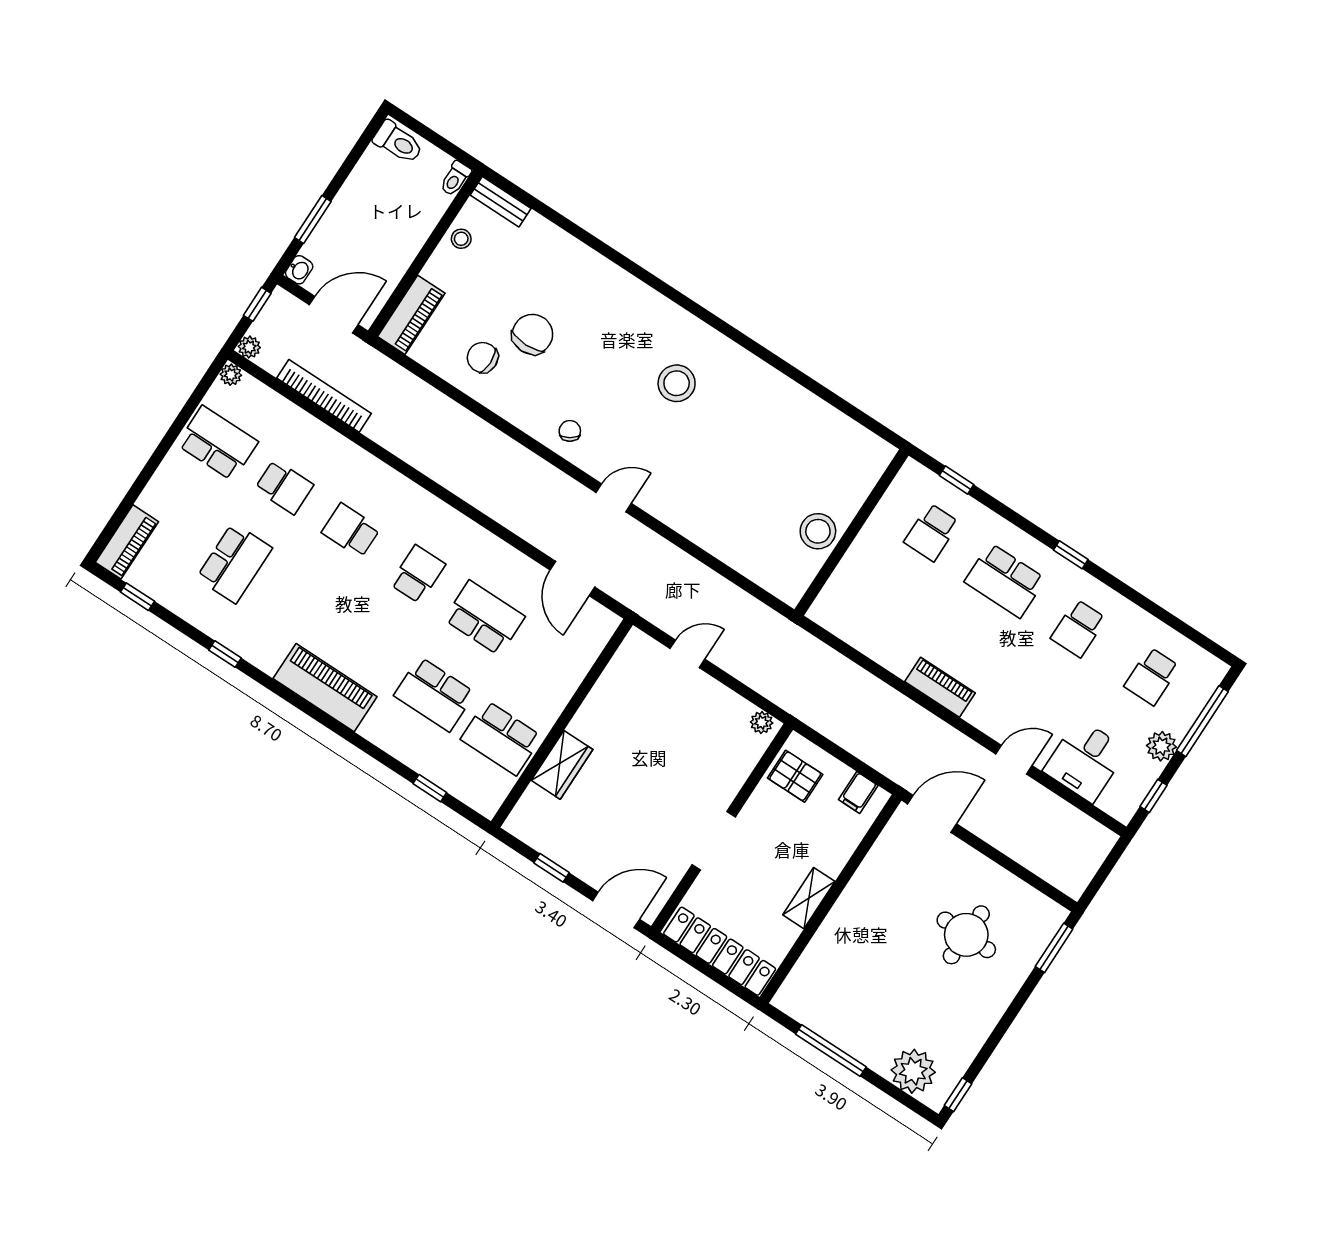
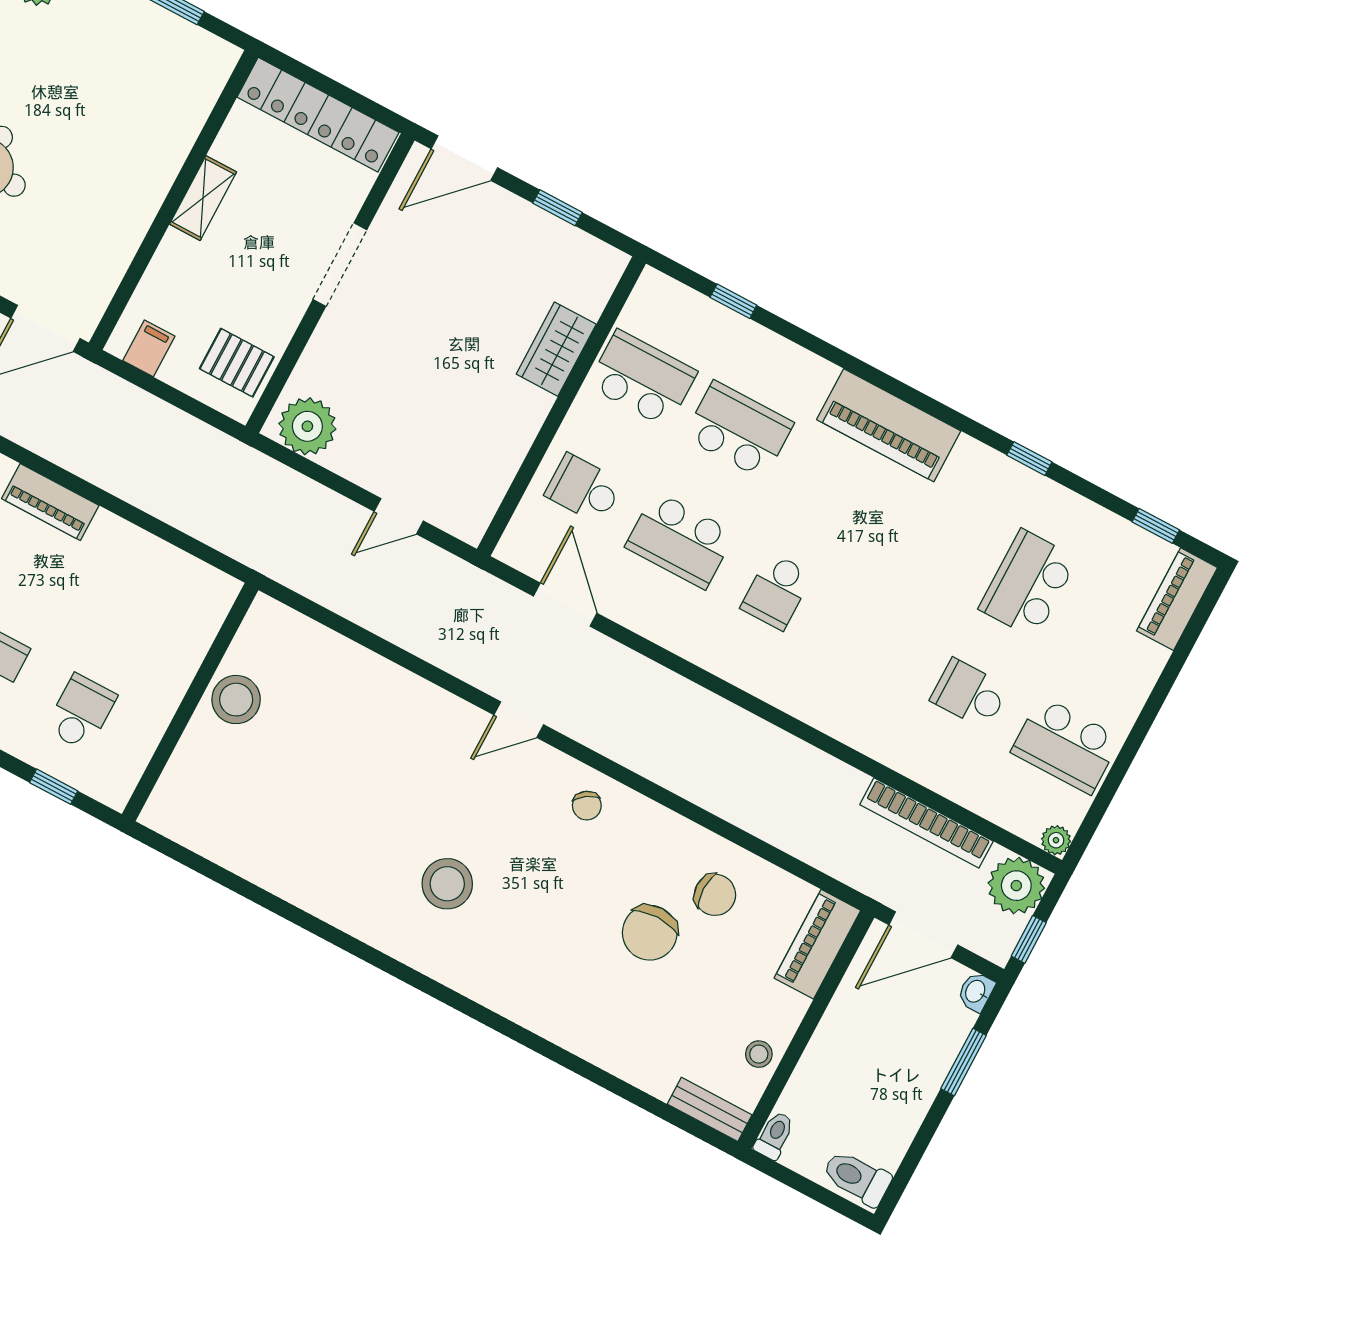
plant: (249, 347) -> (1016, 886), width x1.87, depth x1.87
school desk: (351, 531) -> (584, 489), moved, turned 180
plant: (762, 722) -> (307, 426), width x1.88, depth x1.88

